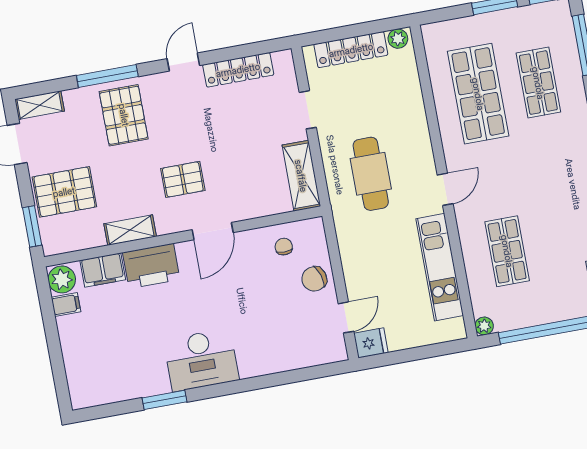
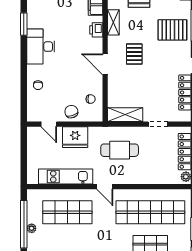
shop shelf: (478, 94) -> (150, 212), width x1.40
shop shelf: (507, 251) -> (67, 212), width x1.43, depth x1.36
printer: (151, 266) -> (96, 30), width x0.53, depth x0.68
plant: (484, 326) -> (32, 228), moved
fridge: (371, 343) -> (75, 137), moved, width x1.88, depth x1.34
chair: (276, 351) -> (38, 85), added

